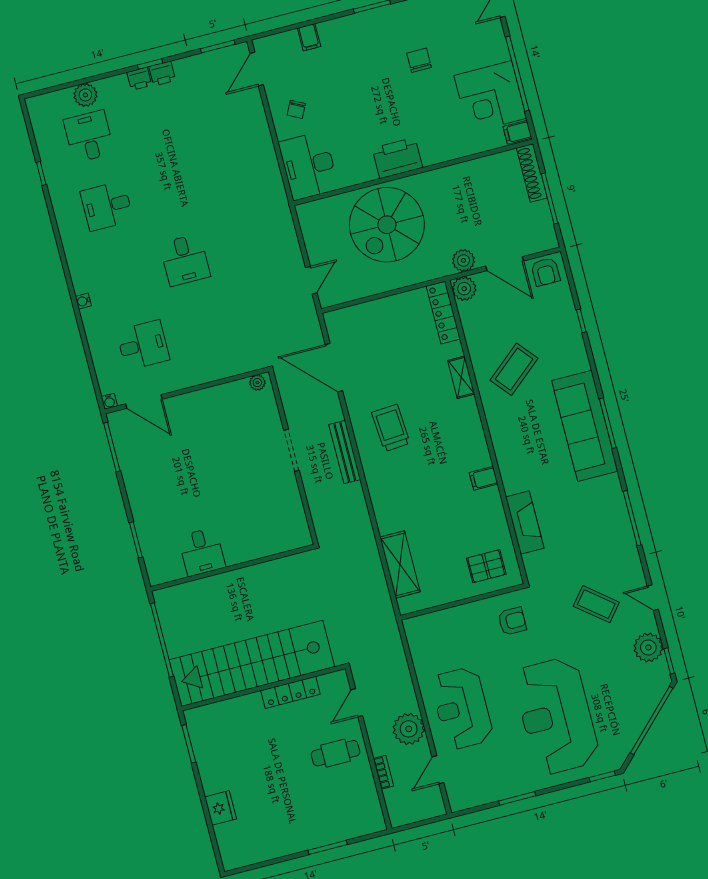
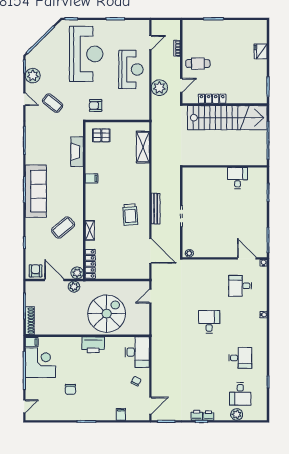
plant: (409, 729) -> (159, 88), moved

